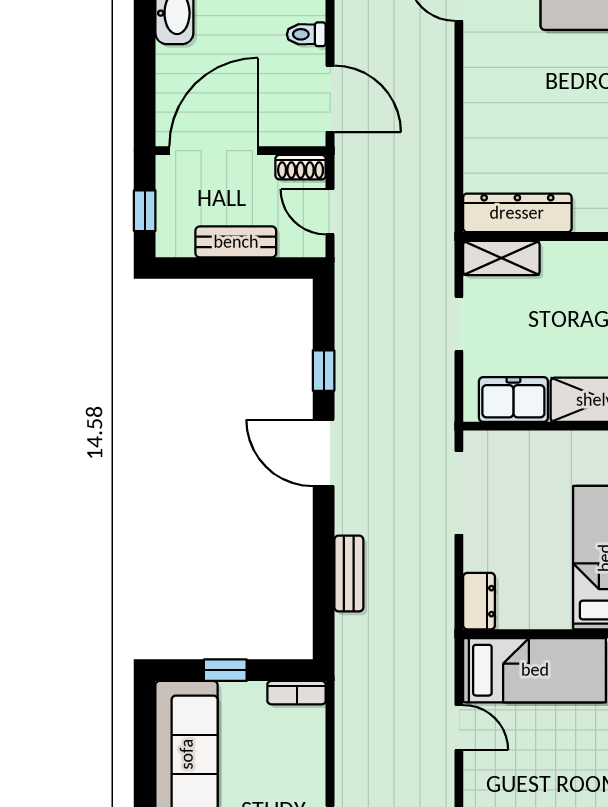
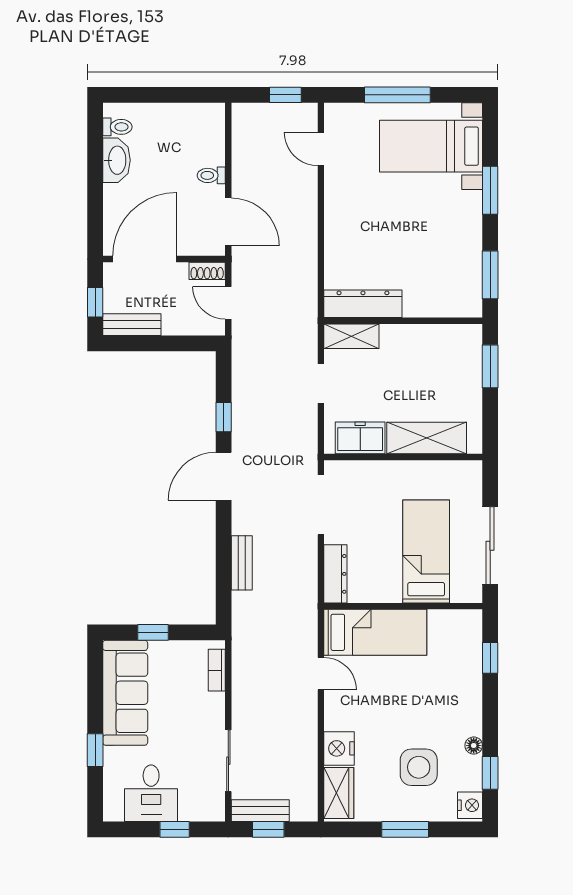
bench: (236, 242) -> (132, 325), moved
door: (324, 453) -> (224, 476), hinge flipped
dresser: (479, 601) -> (335, 574), width x1.44
bookcase: (297, 693) -> (217, 670), moved, turned 90

